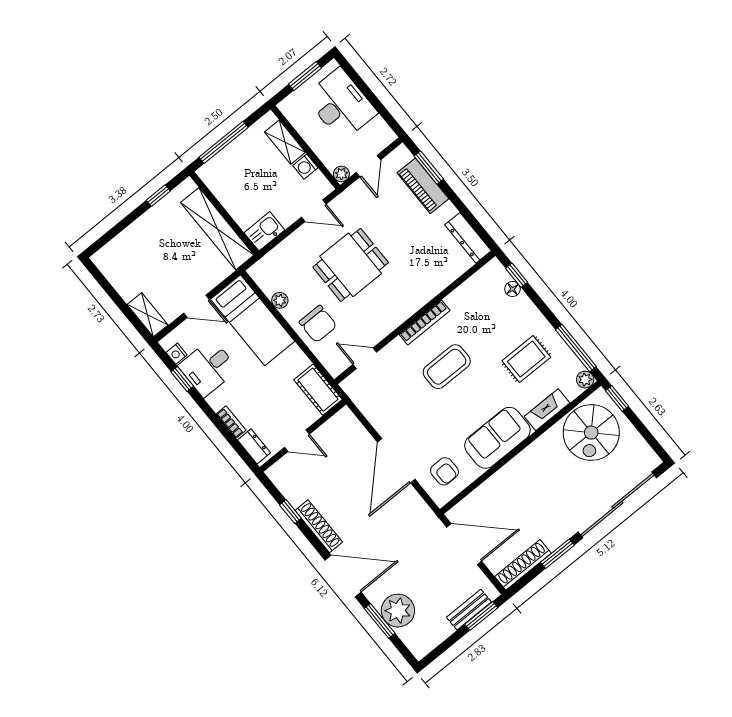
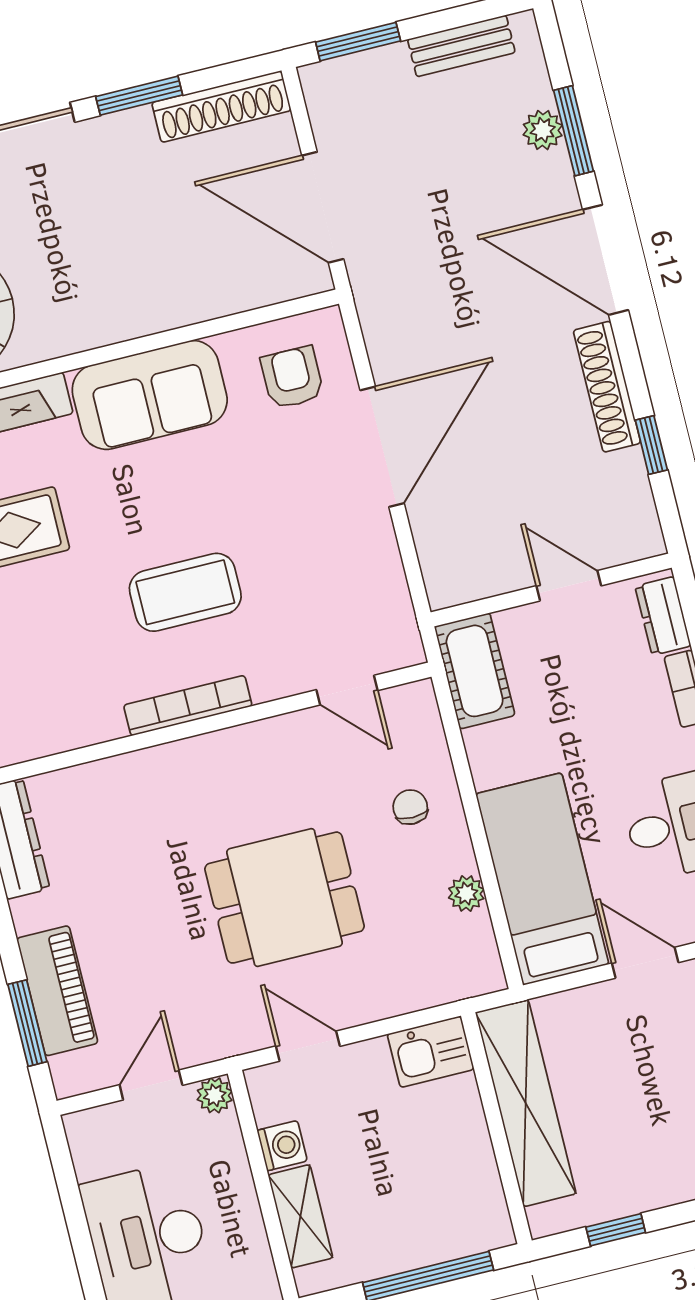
chair: (318, 324) -> (410, 807), width x0.54, depth x0.54
bench: (469, 610) -> (461, 46), moved
plant: (398, 611) -> (543, 130), width x0.53, depth x0.53

